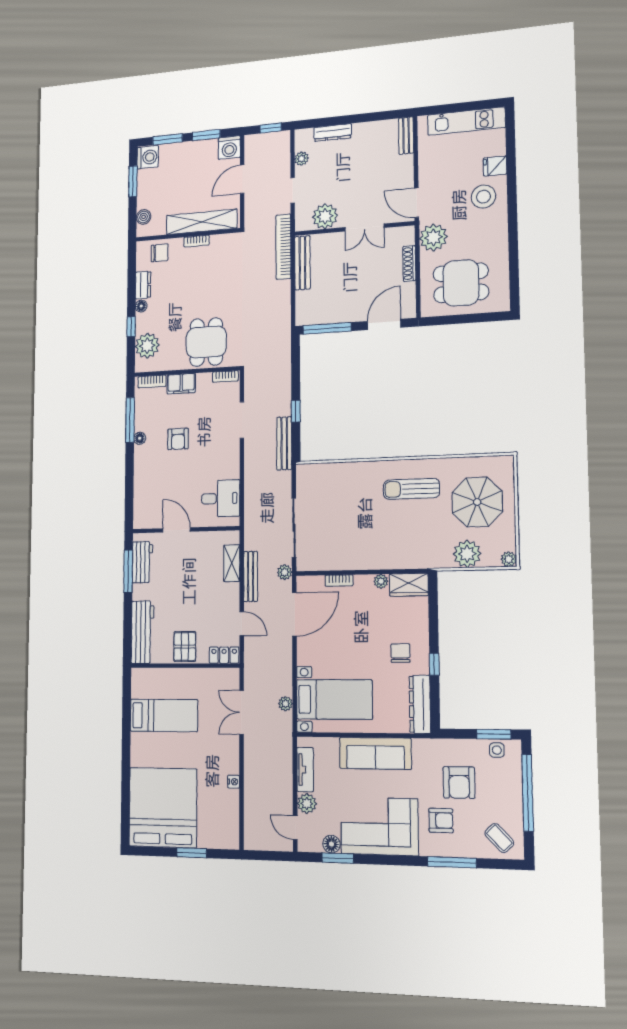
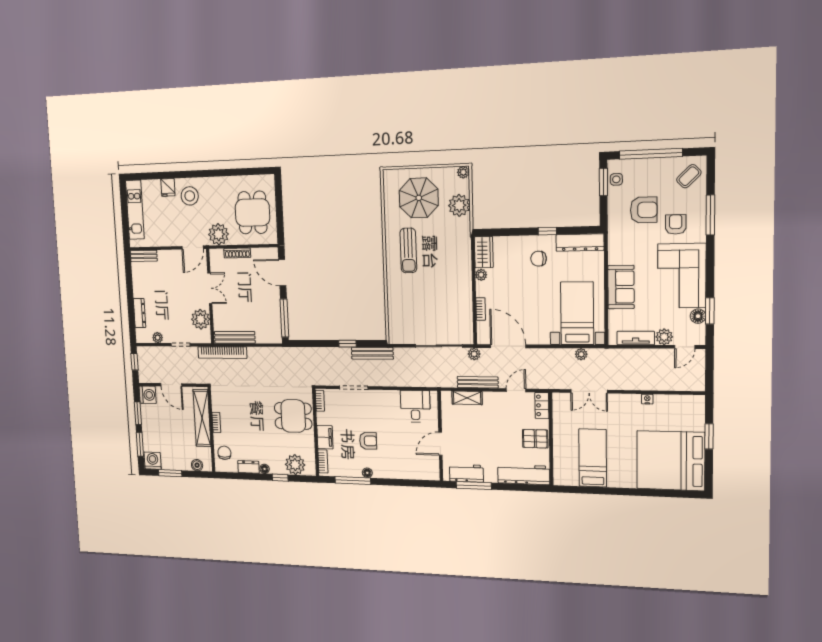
sofa: (375, 753) -> (621, 287), width x0.73

